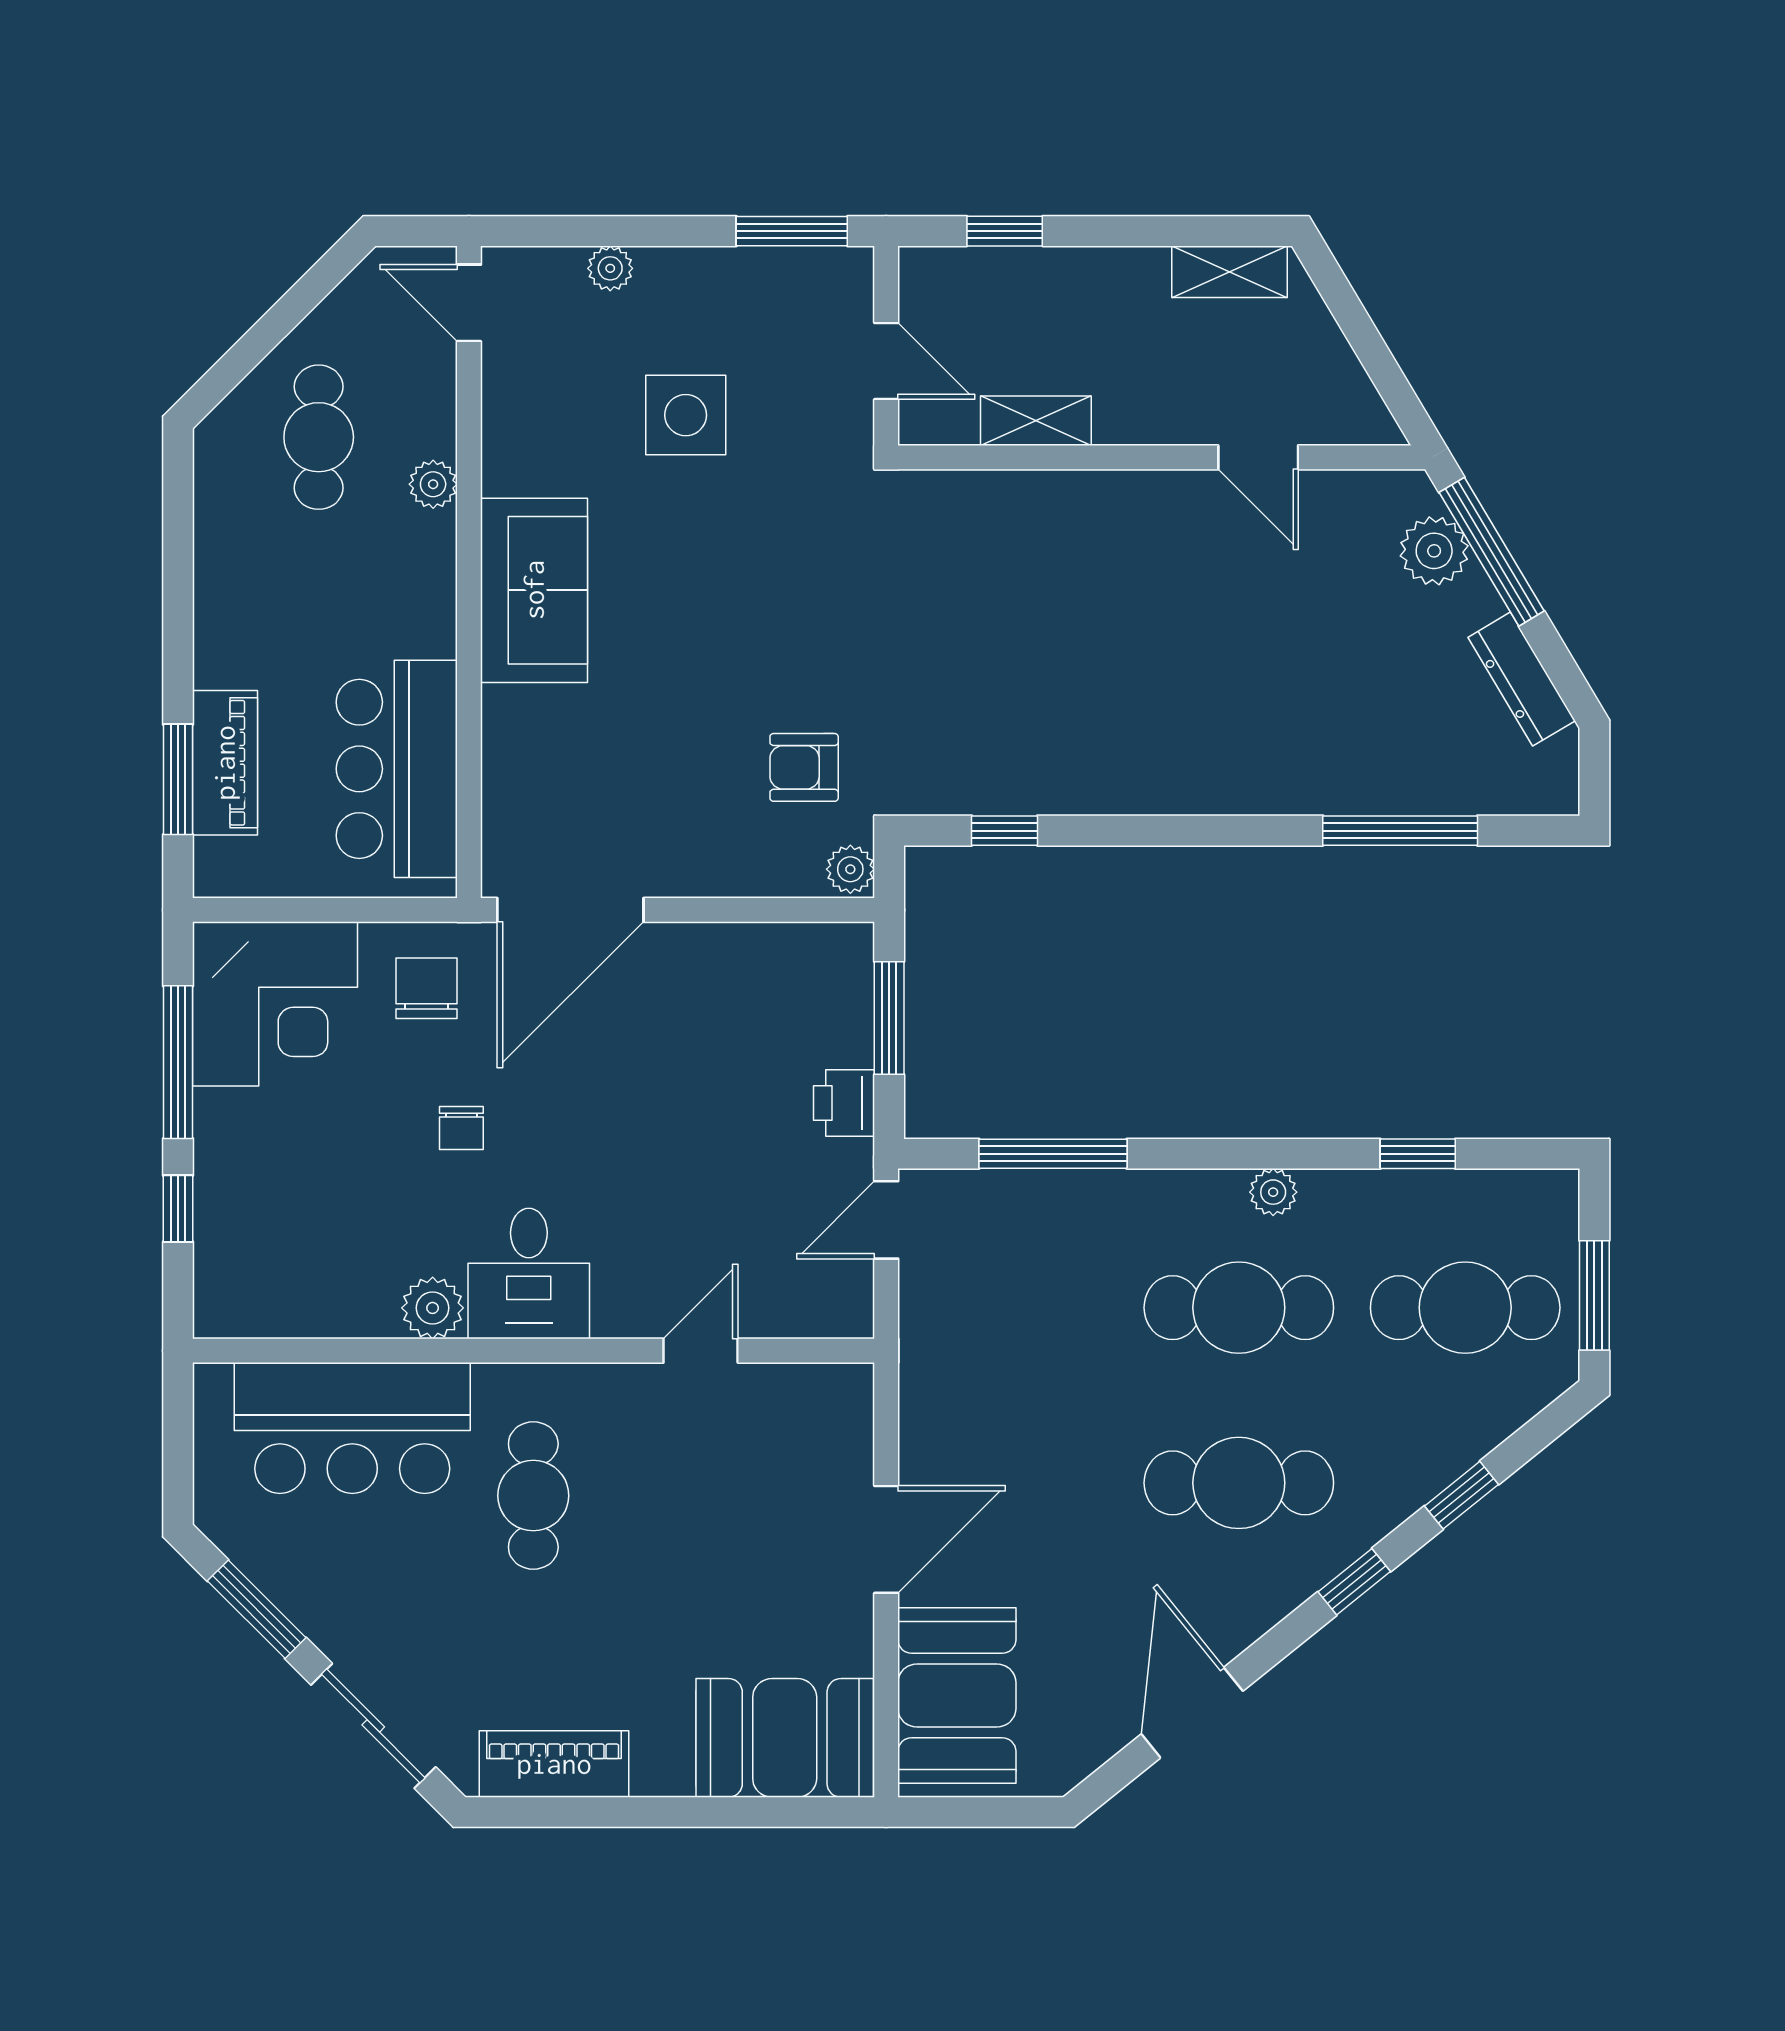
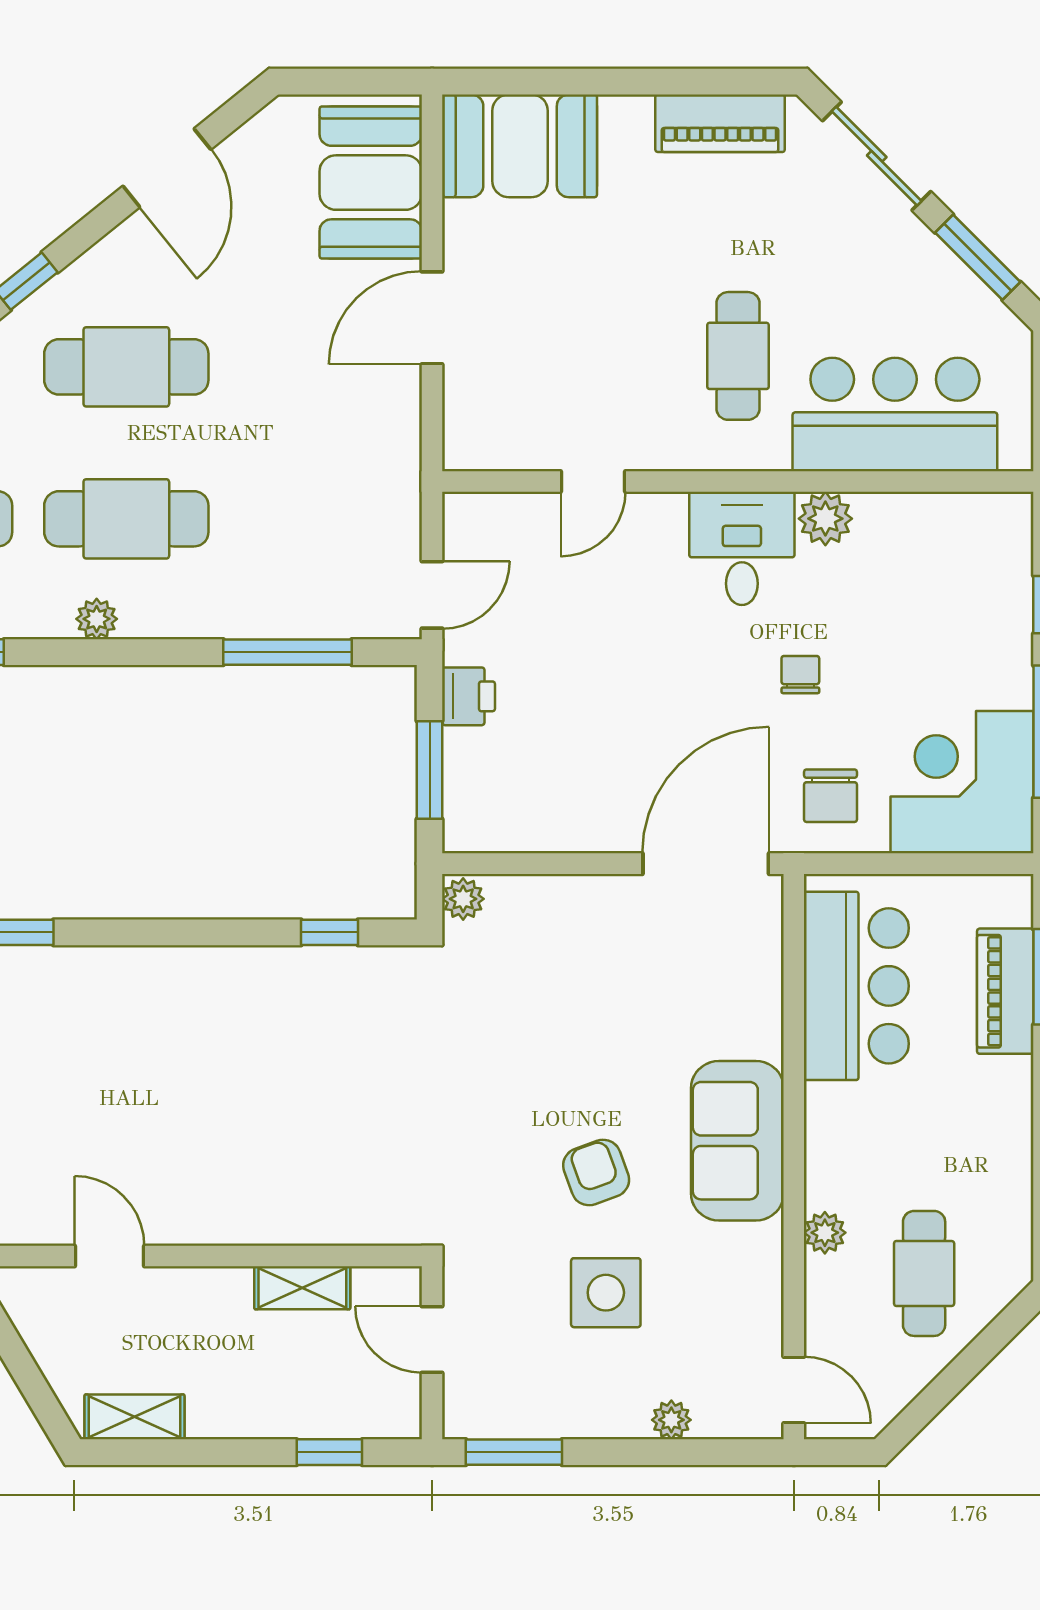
armchair: (804, 767) -> (596, 1173), moved, turned -110

